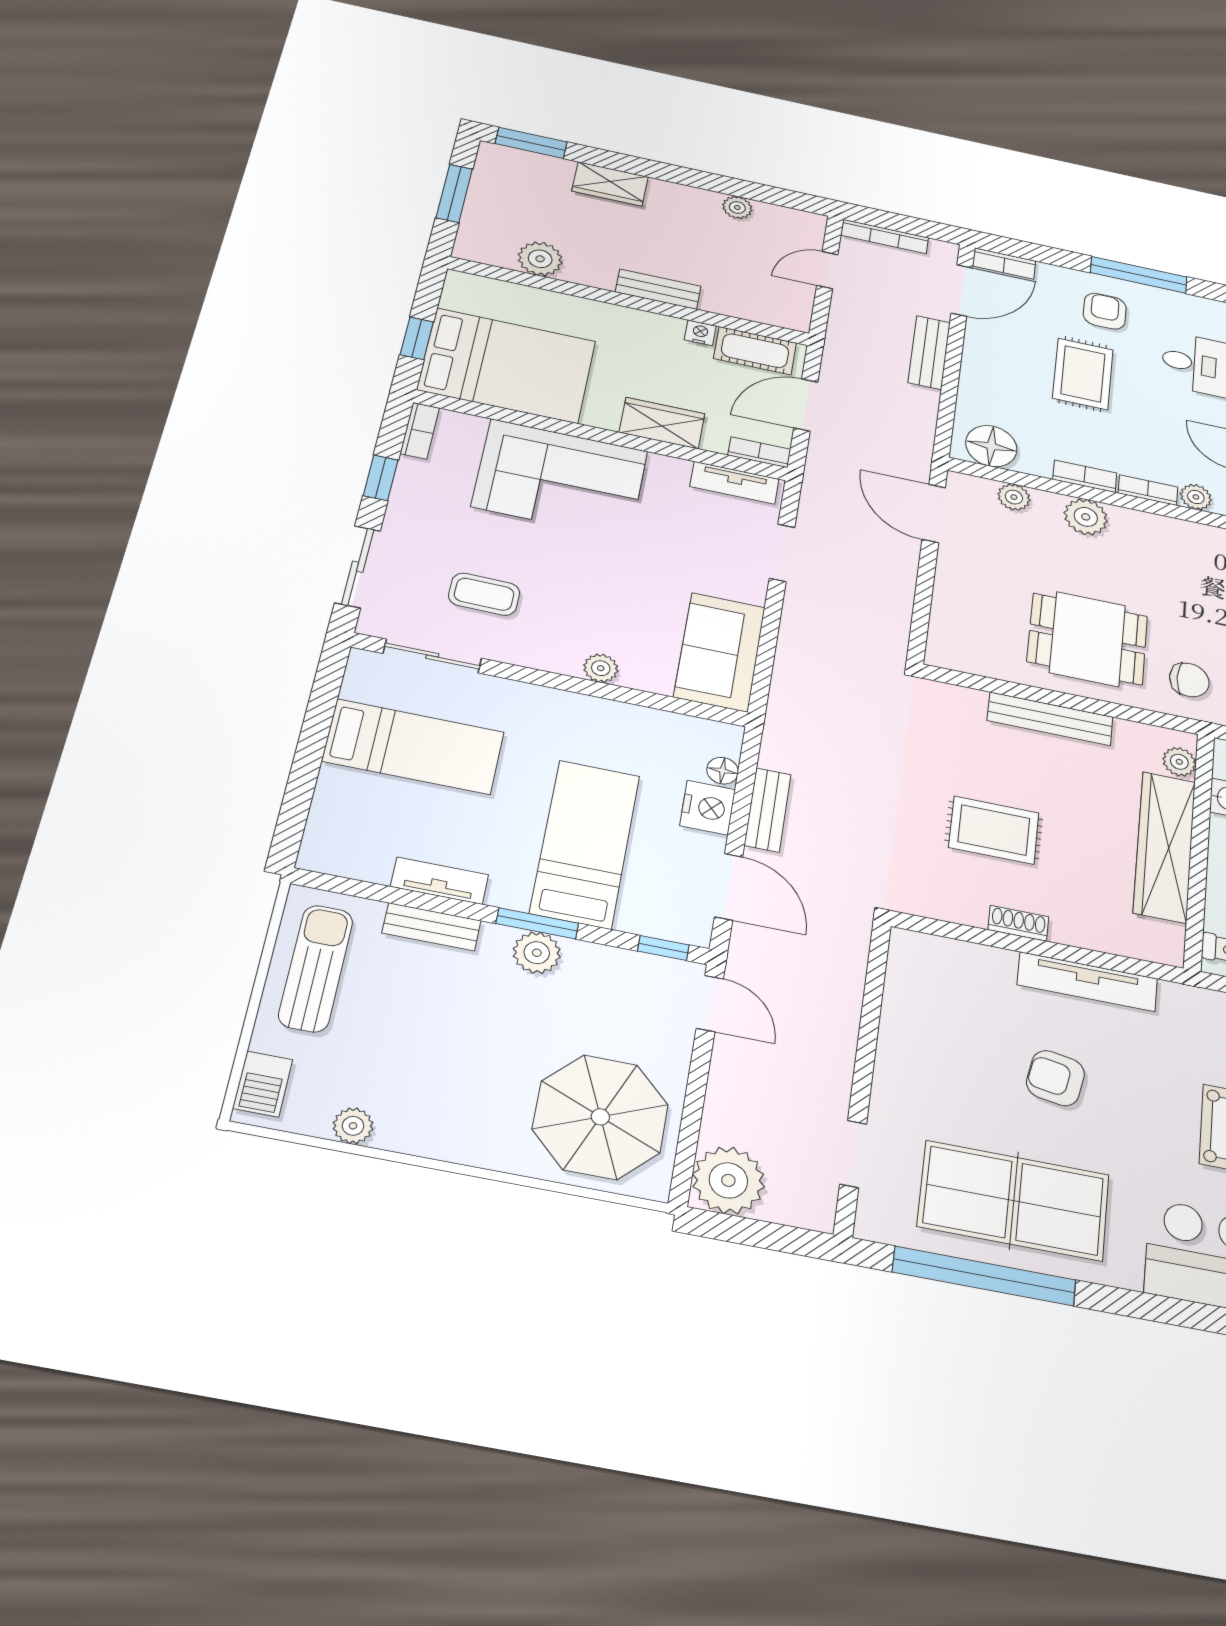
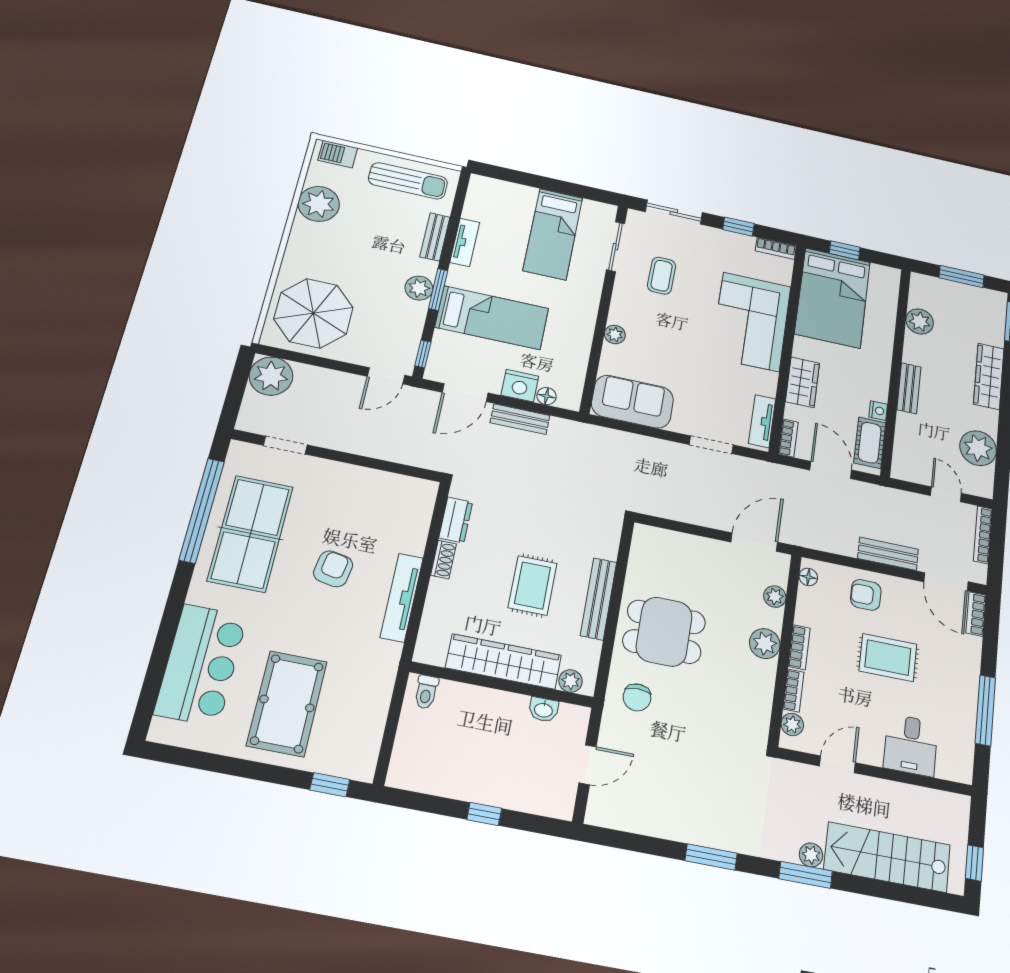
wardrobe: (610, 184) -> (989, 376), width x1.50
plant: (737, 207) -> (978, 448), width x1.88, depth x1.88
armchair: (1105, 311) -> (866, 595), moved, turned 180
floor lamp: (991, 446) -> (808, 577), width x0.53, depth x0.53
dining table: (1087, 639) -> (664, 632), turned 90
rug: (994, 830) -> (533, 585), moved
dresser: (951, 905) -> (456, 520), added
plant: (353, 1126) -> (319, 204), width x1.88, depth x1.88

